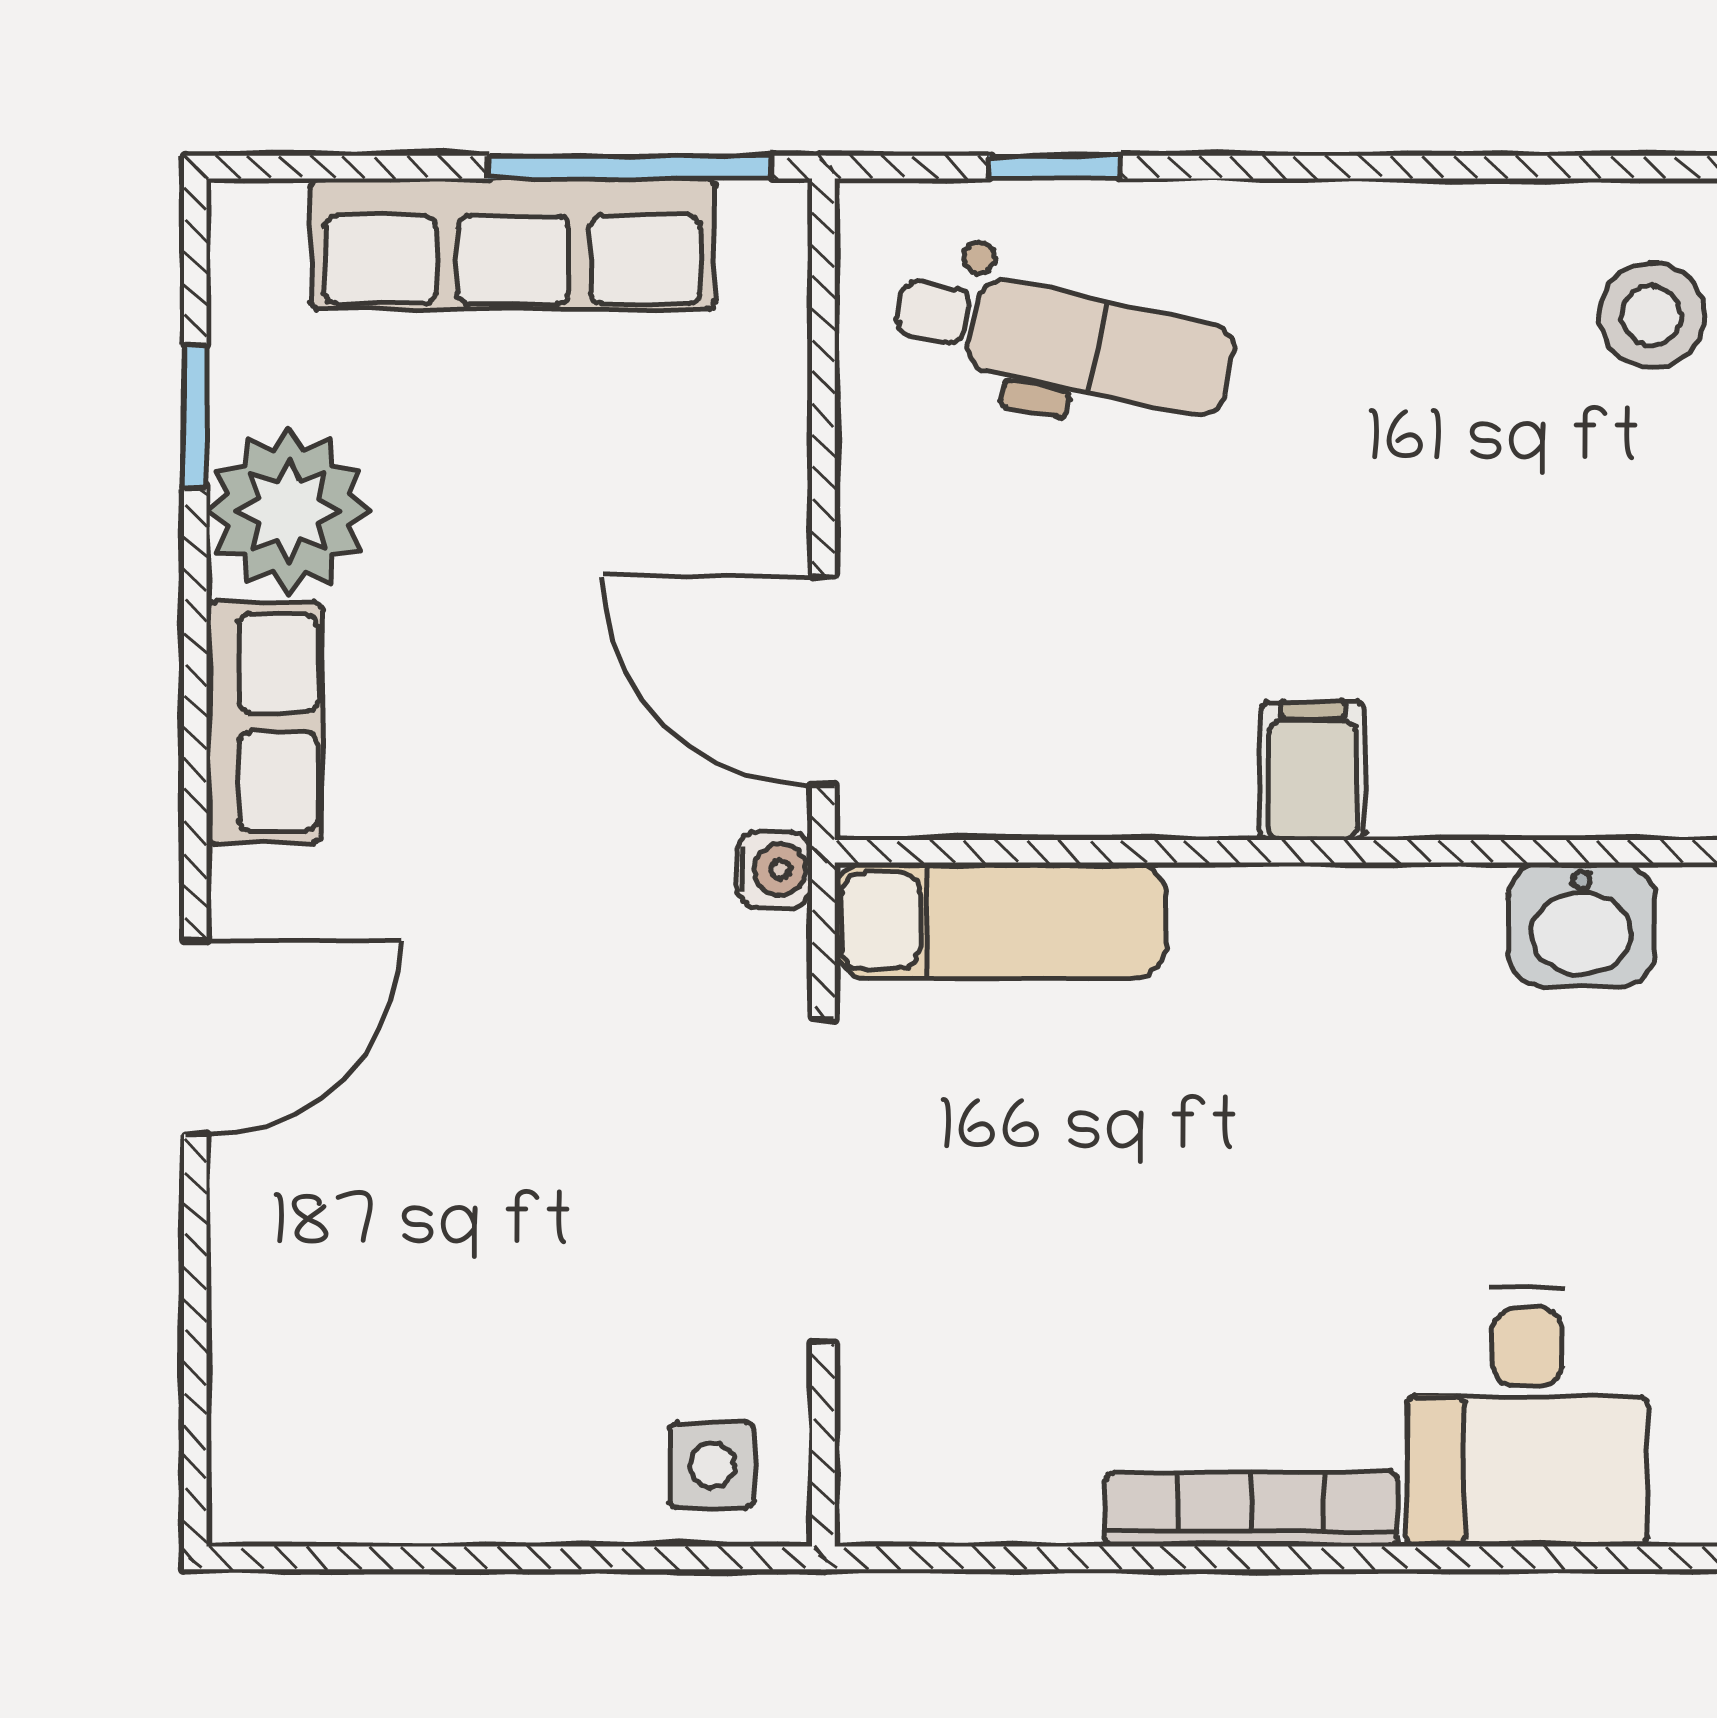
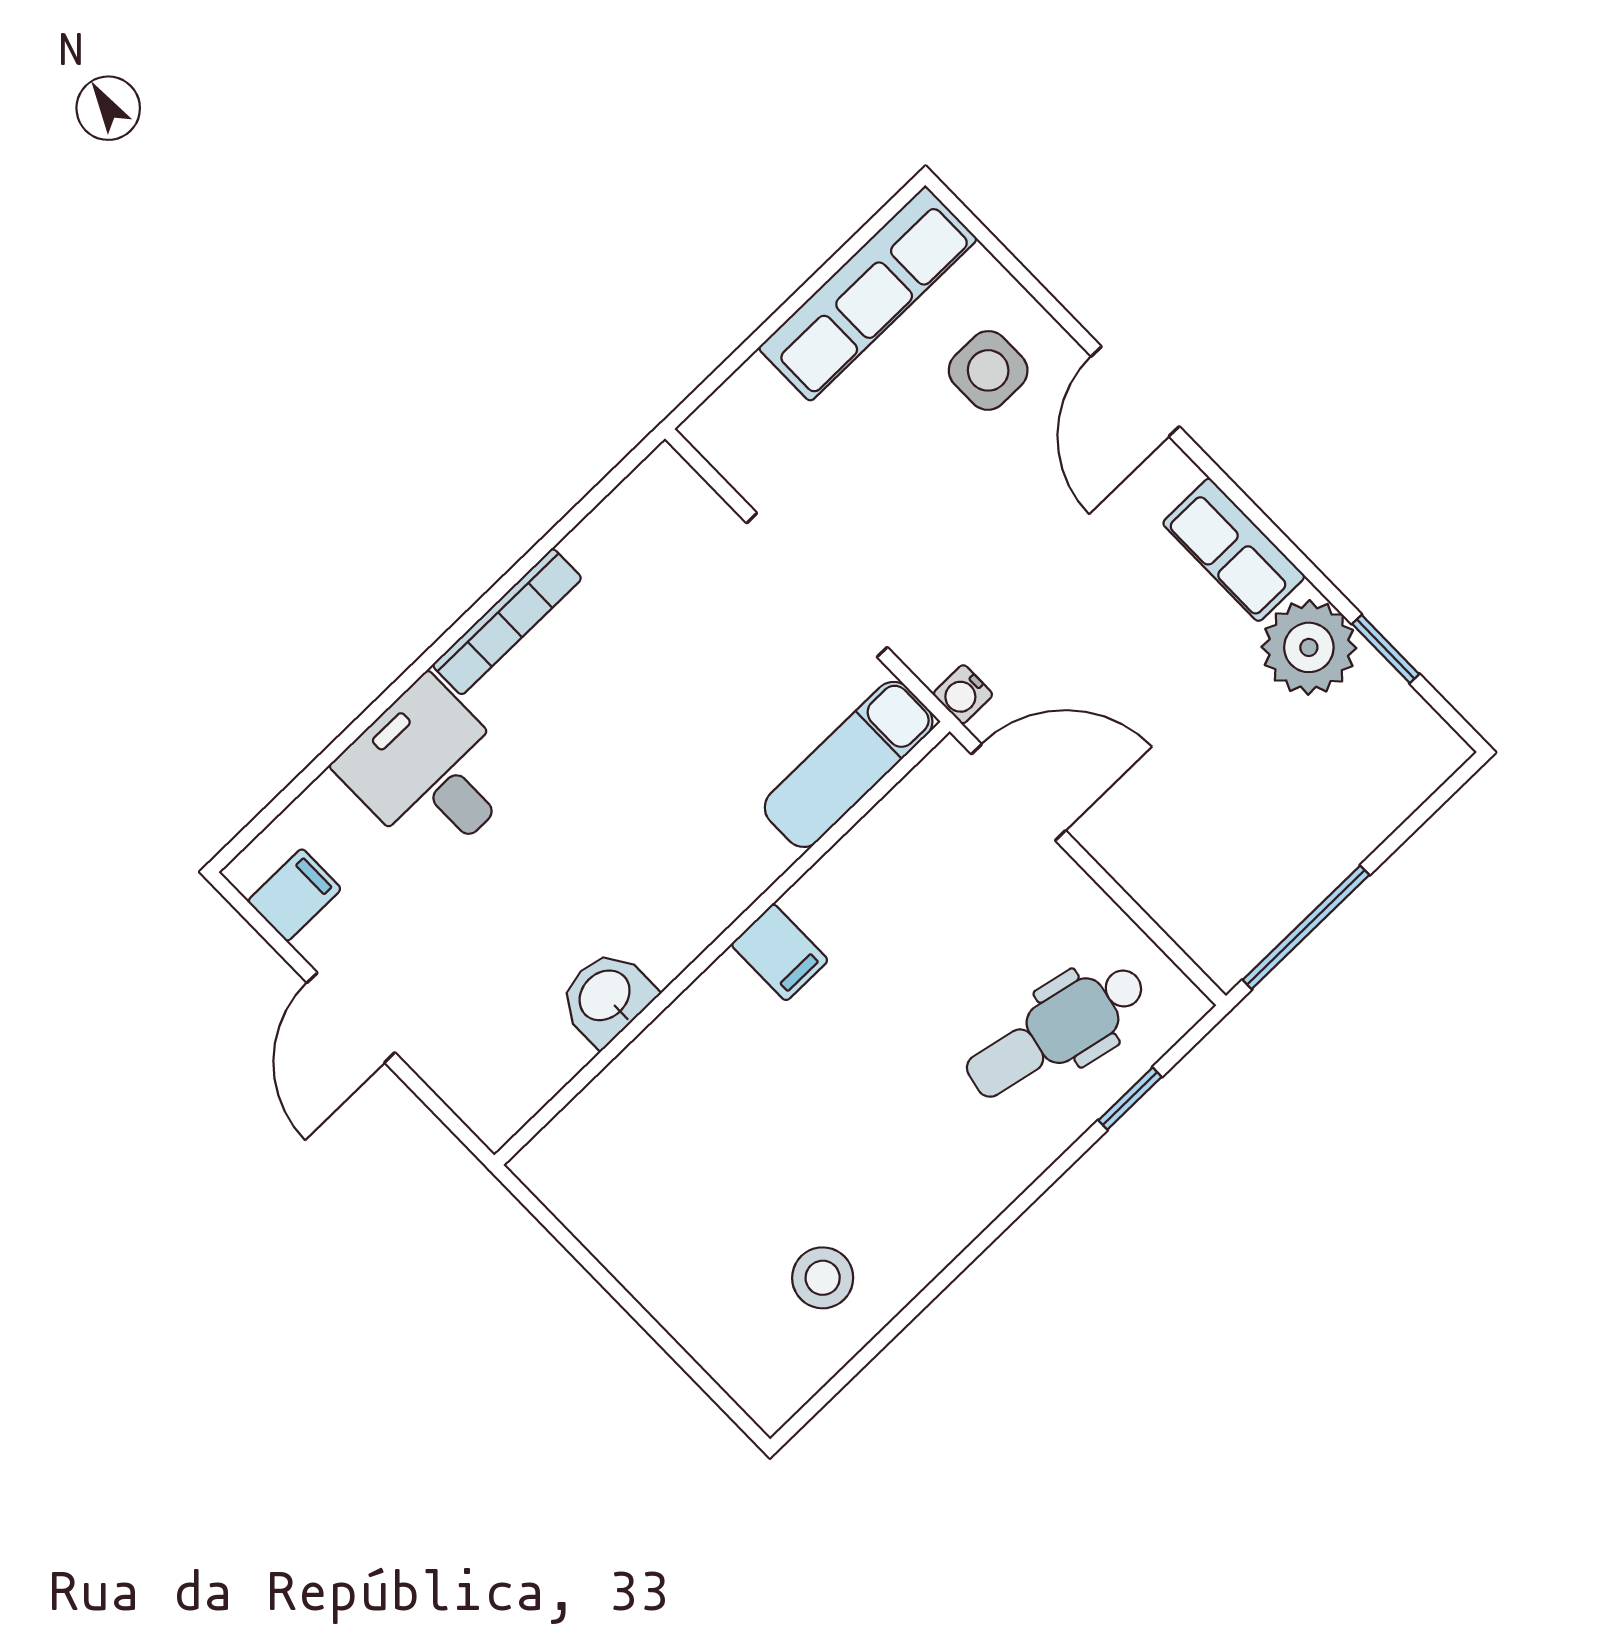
row of seats: (513, 244) -> (868, 294), moved, turned 180
side table: (712, 1465) -> (988, 370), moved, width x1.37, depth x1.37

